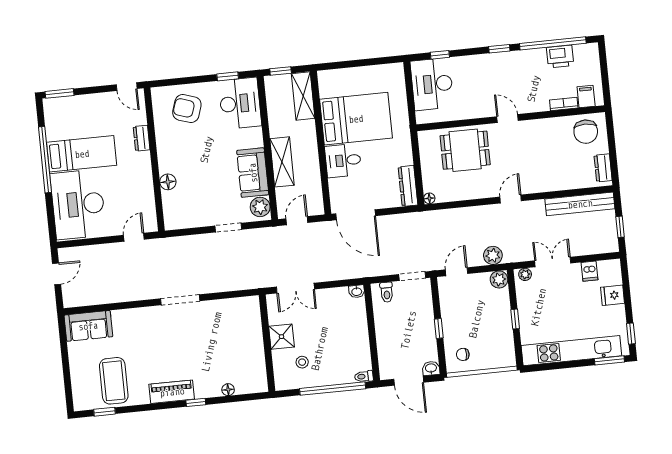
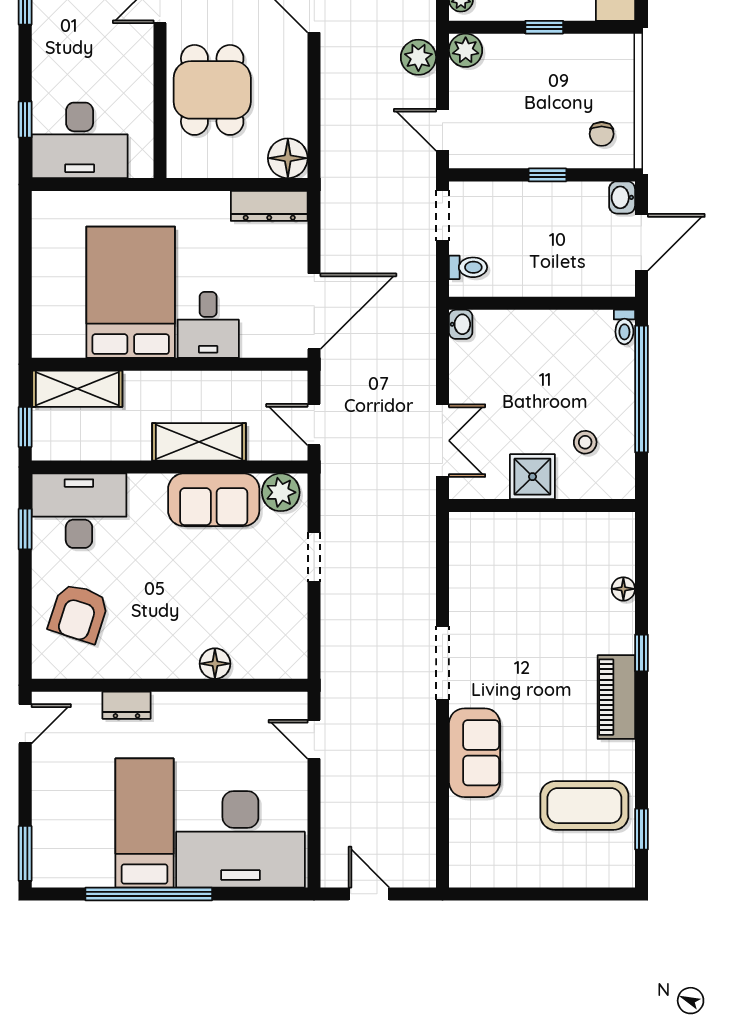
floor lamp: (429, 198) -> (288, 158), width x1.89, depth x1.89
sofa: (88, 326) -> (475, 753), moved

